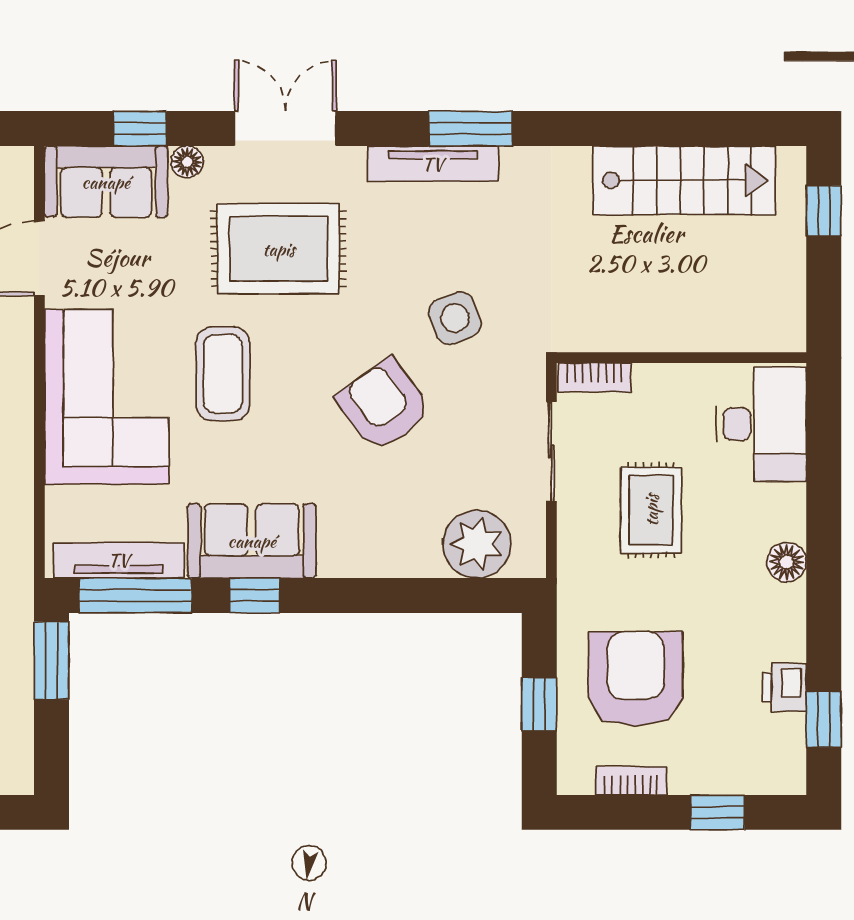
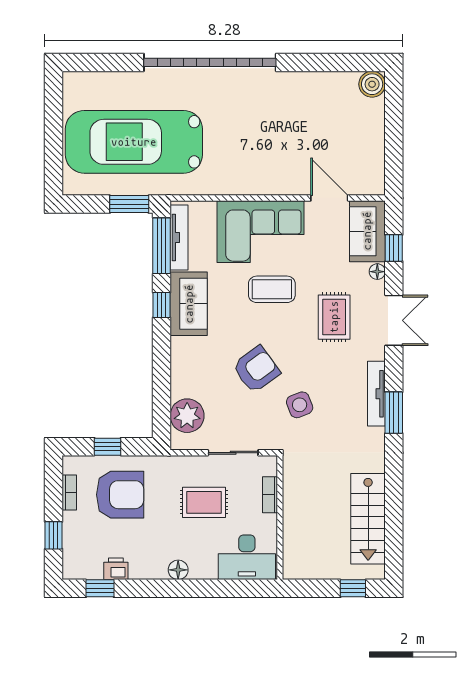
rug: (279, 249) -> (334, 317), width x0.73, depth x0.70
bookcase: (594, 377) -> (270, 495), moved

